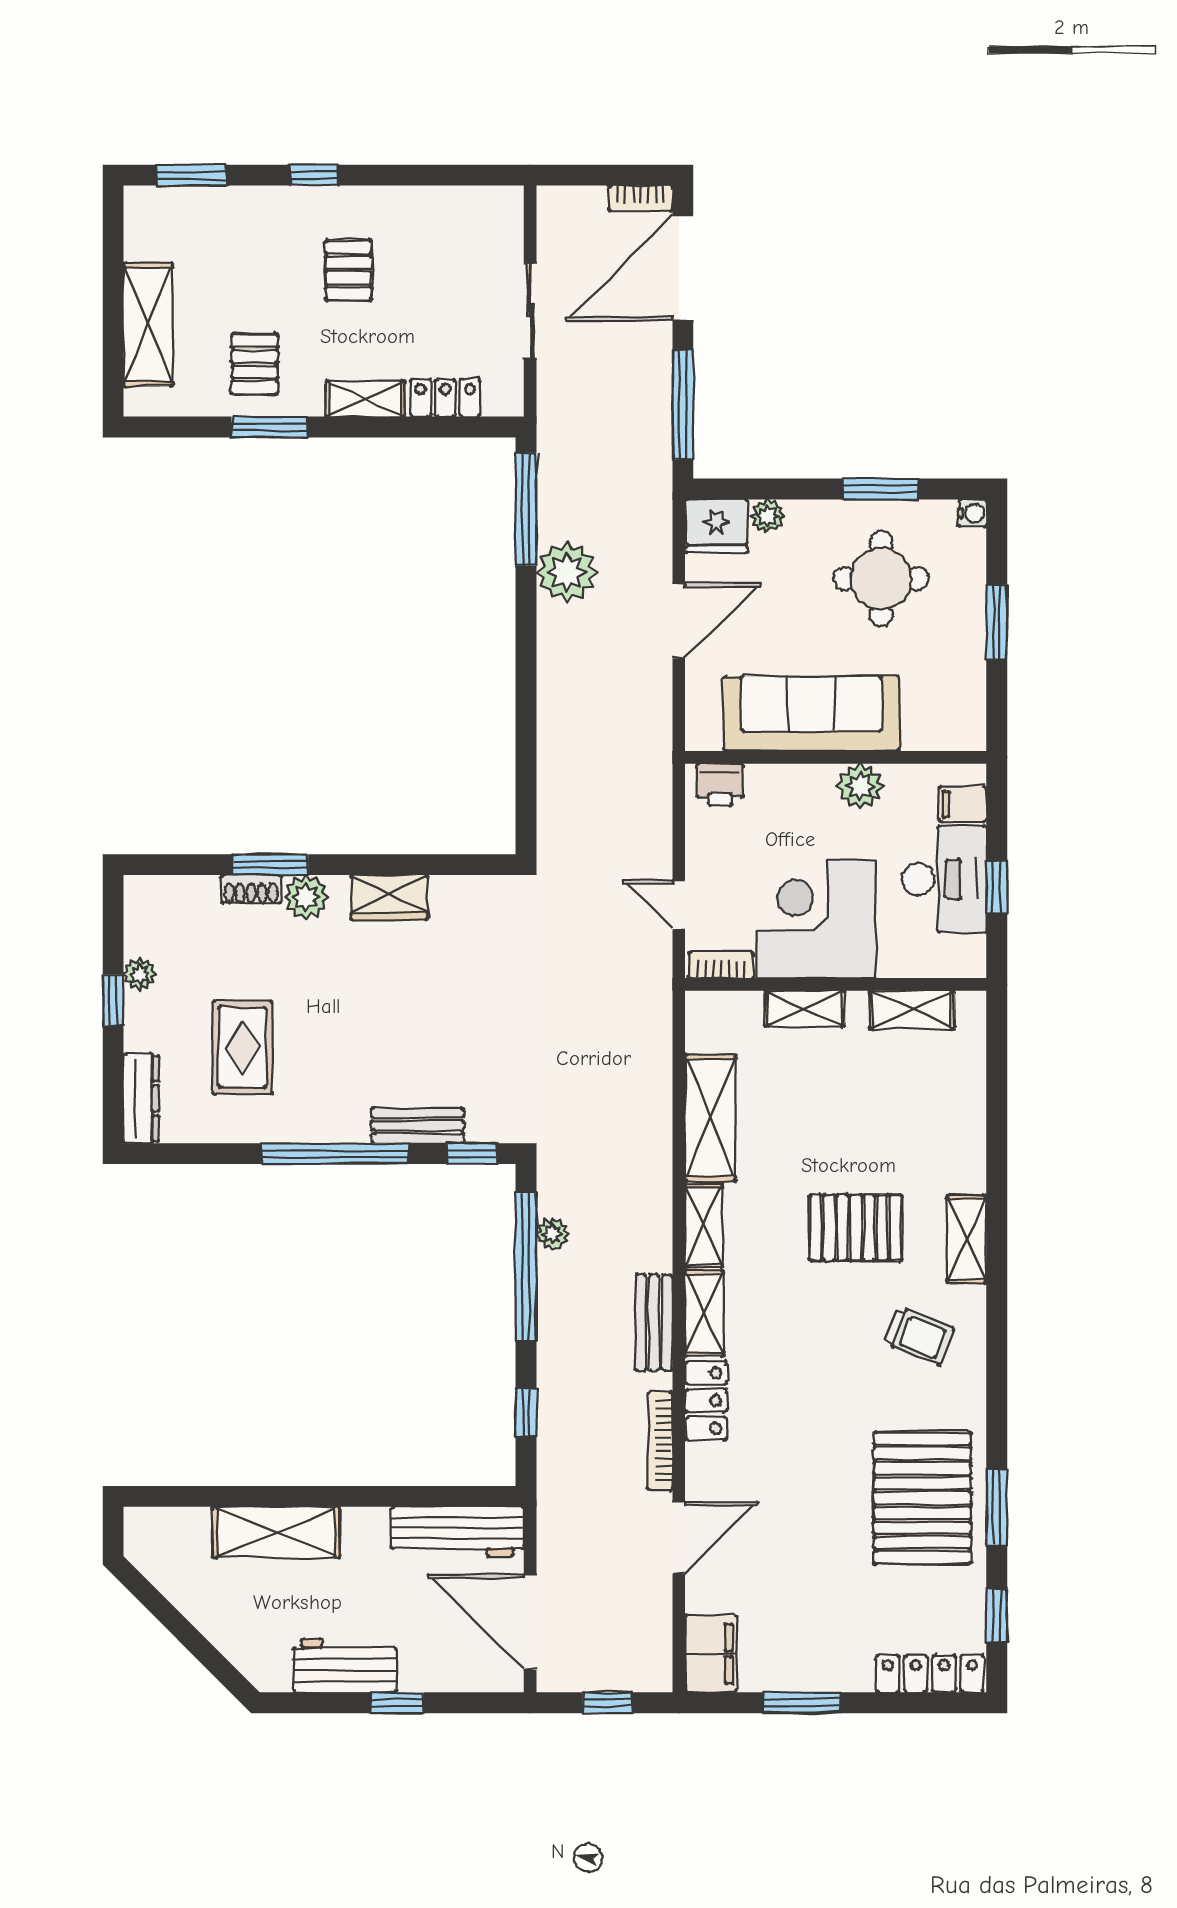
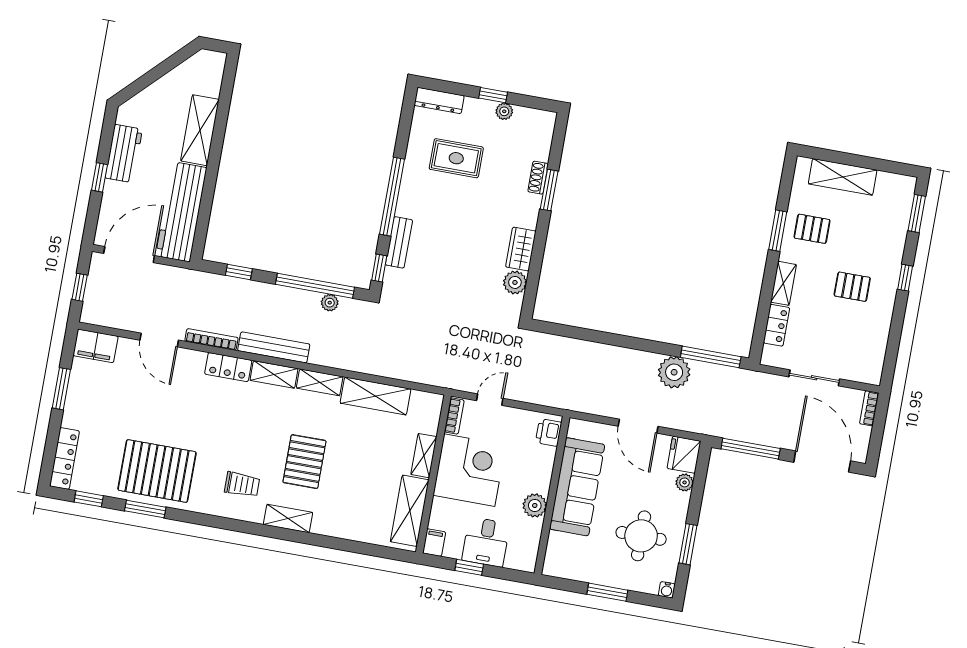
bookcase: (640, 198) -> (869, 408), moved
filing cabinet: (963, 804) -> (434, 543), moved
desk: (944, 879) -> (486, 542), width x0.73
plant: (306, 897) -> (515, 282), moved
shelving: (912, 1010) -> (410, 511), width x1.50, depth x1.33
bench: (654, 1323) -> (274, 347), width x1.36
trolley: (919, 1336) -> (242, 484), turned -111
workbench: (458, 1532) -> (181, 212), width x1.36, depth x1.32

